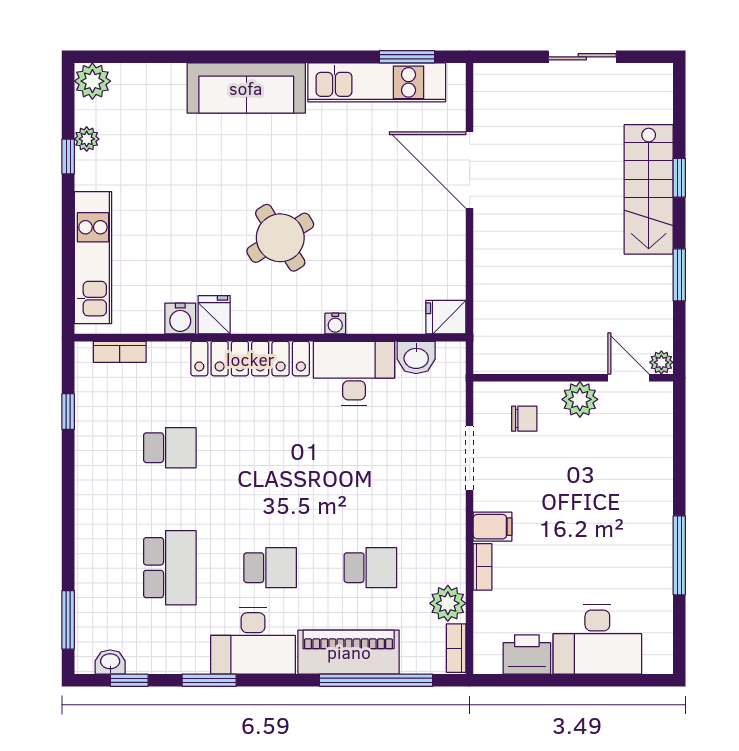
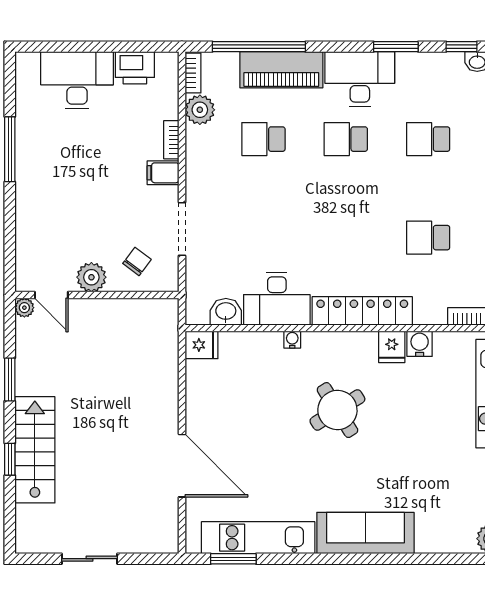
chair: (524, 419) -> (137, 261), turned 127
school desk: (170, 568) -> (428, 139), width x0.54

